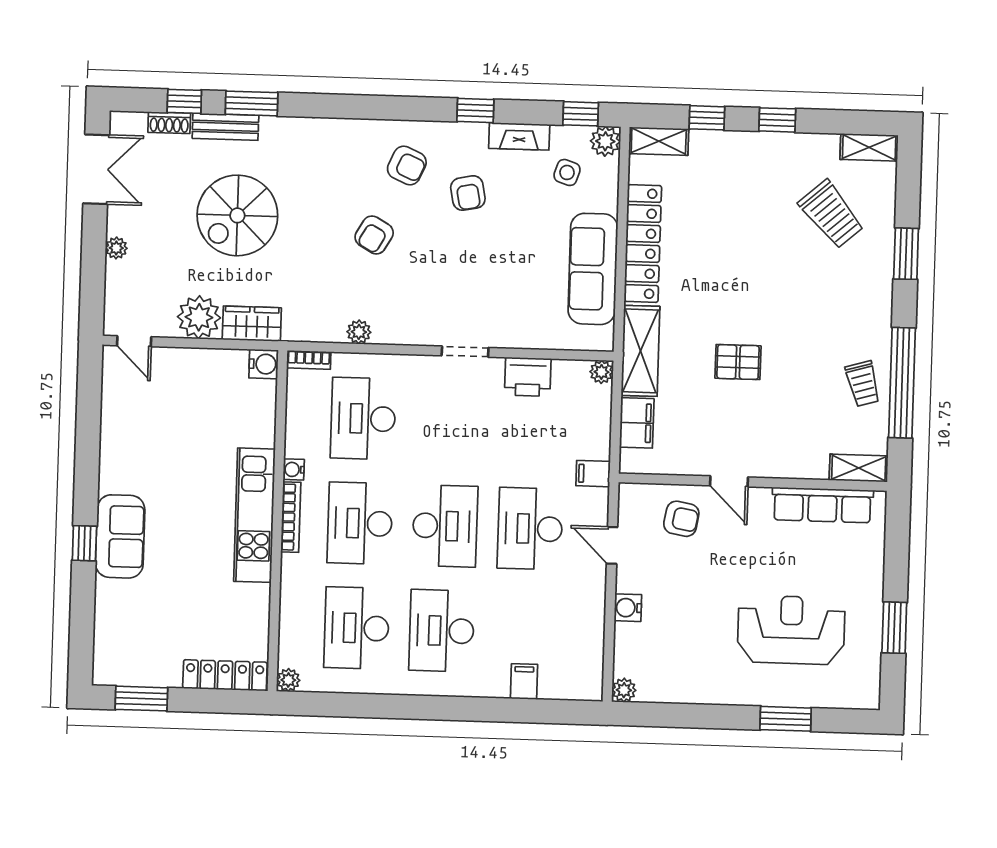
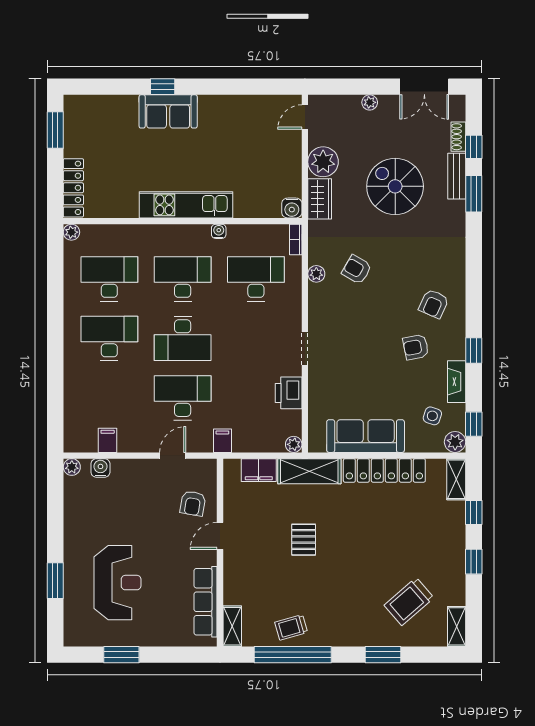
armchair: (374, 235) -> (357, 270), moved
bookcase: (291, 517) -> (185, 230), removed
water cooler: (628, 608) -> (100, 468), moved
filing cabinet: (524, 682) -> (108, 440), moved, turned -90

